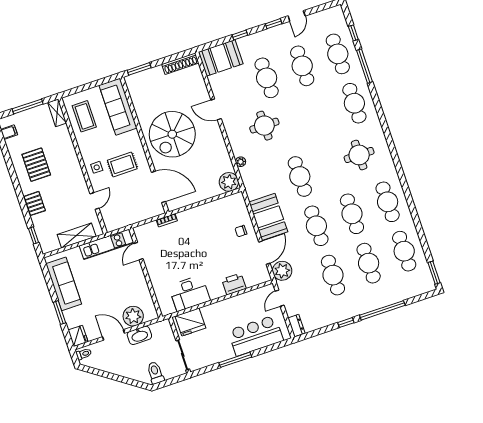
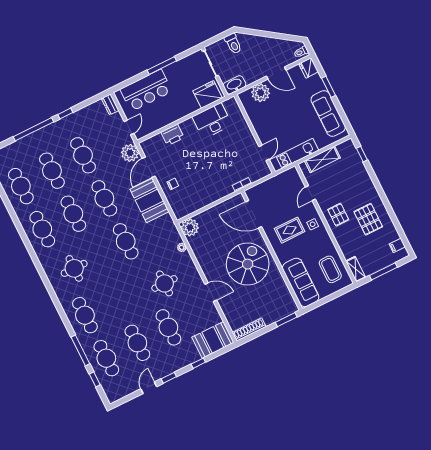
pallet: (35, 203) -> (338, 215), moved
washbasin: (139, 335) -> (235, 85), moved

